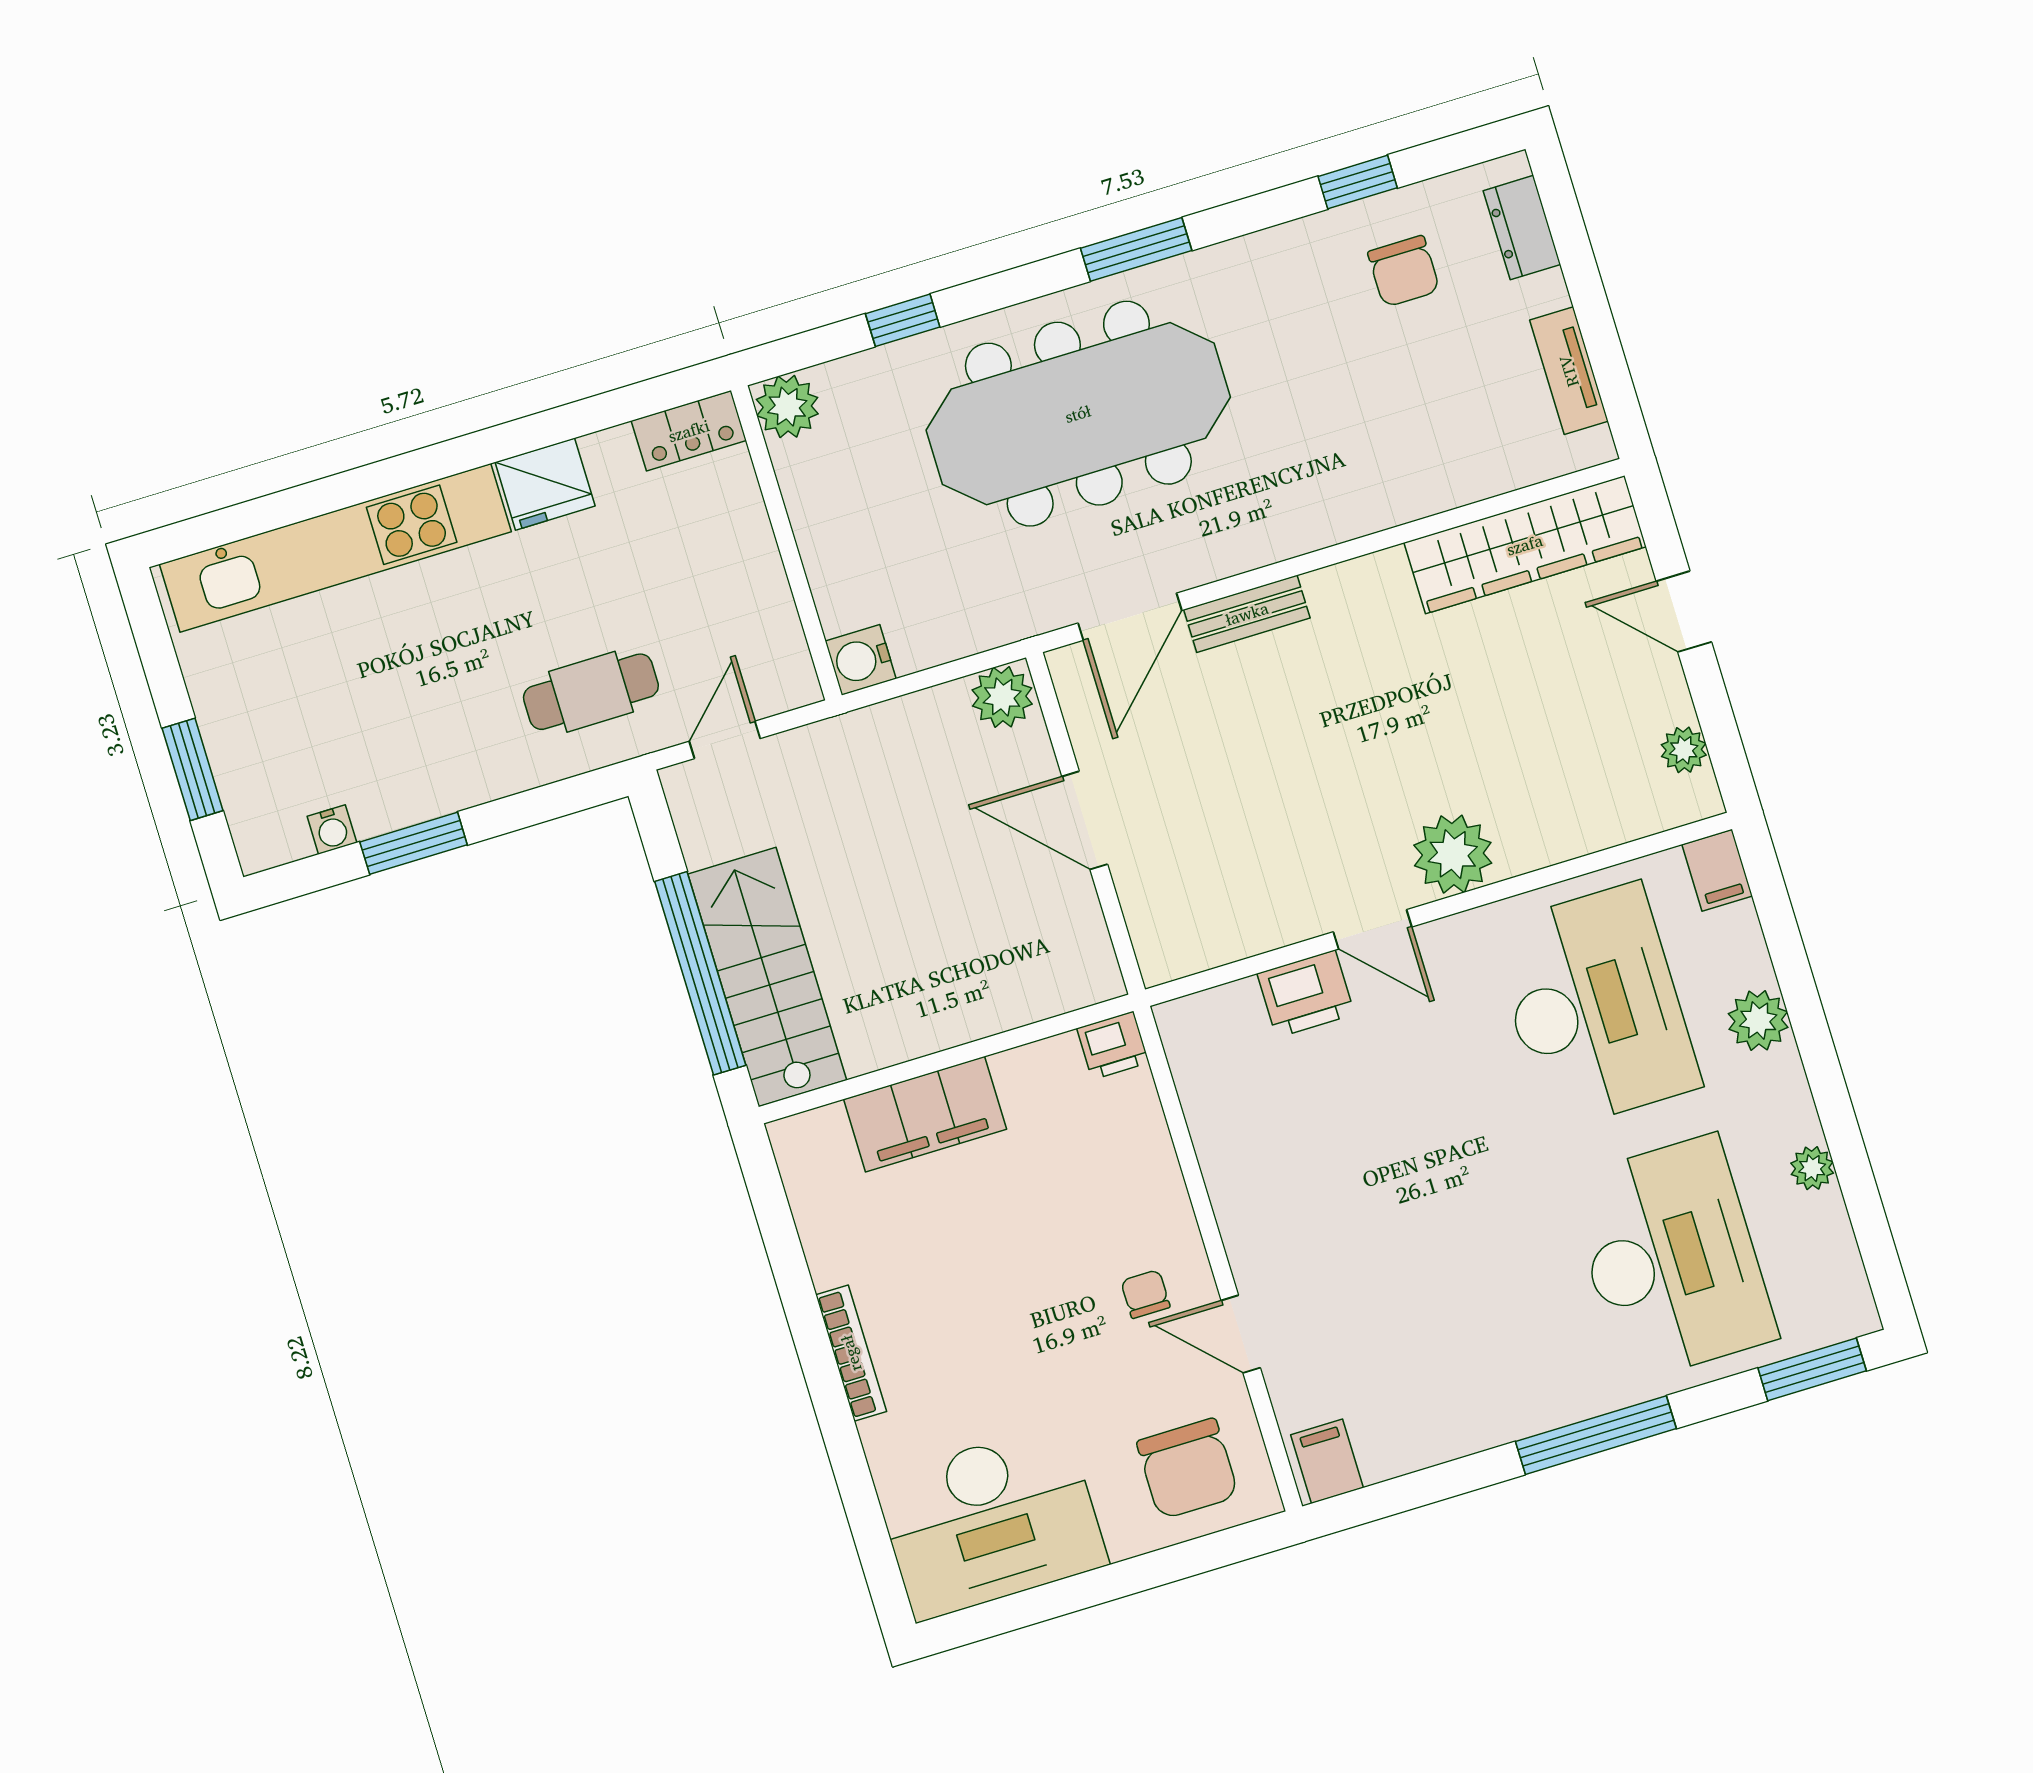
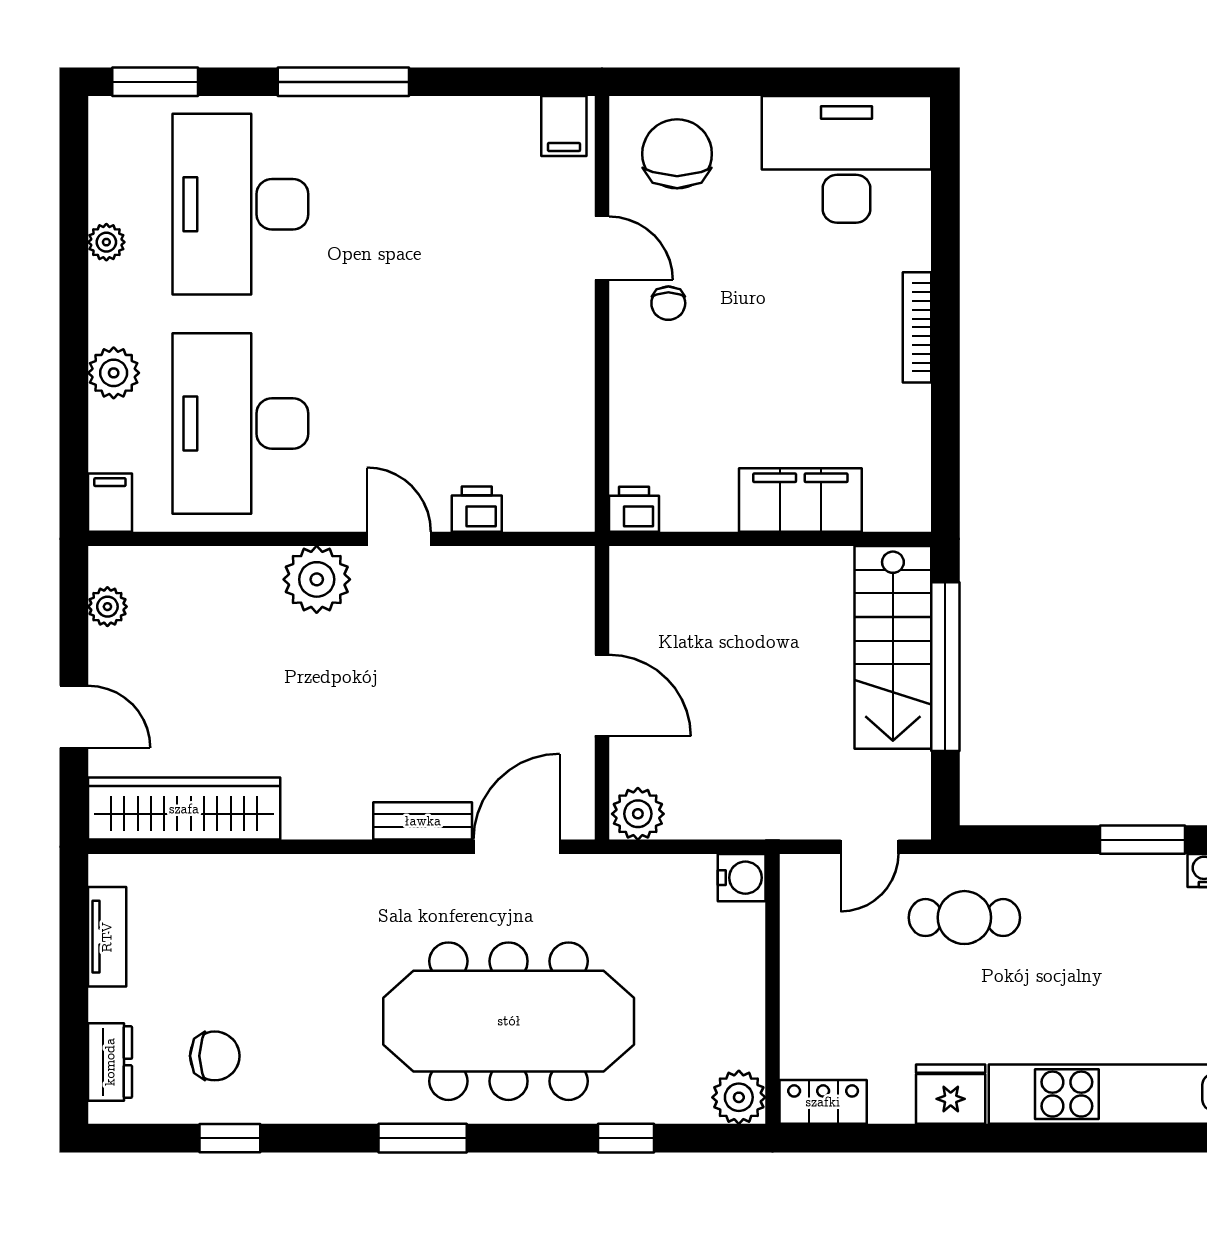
chair: (1404, 271) -> (215, 1056), turned 90
printer: (1306, 994) -> (477, 509), width x0.73, depth x0.81

